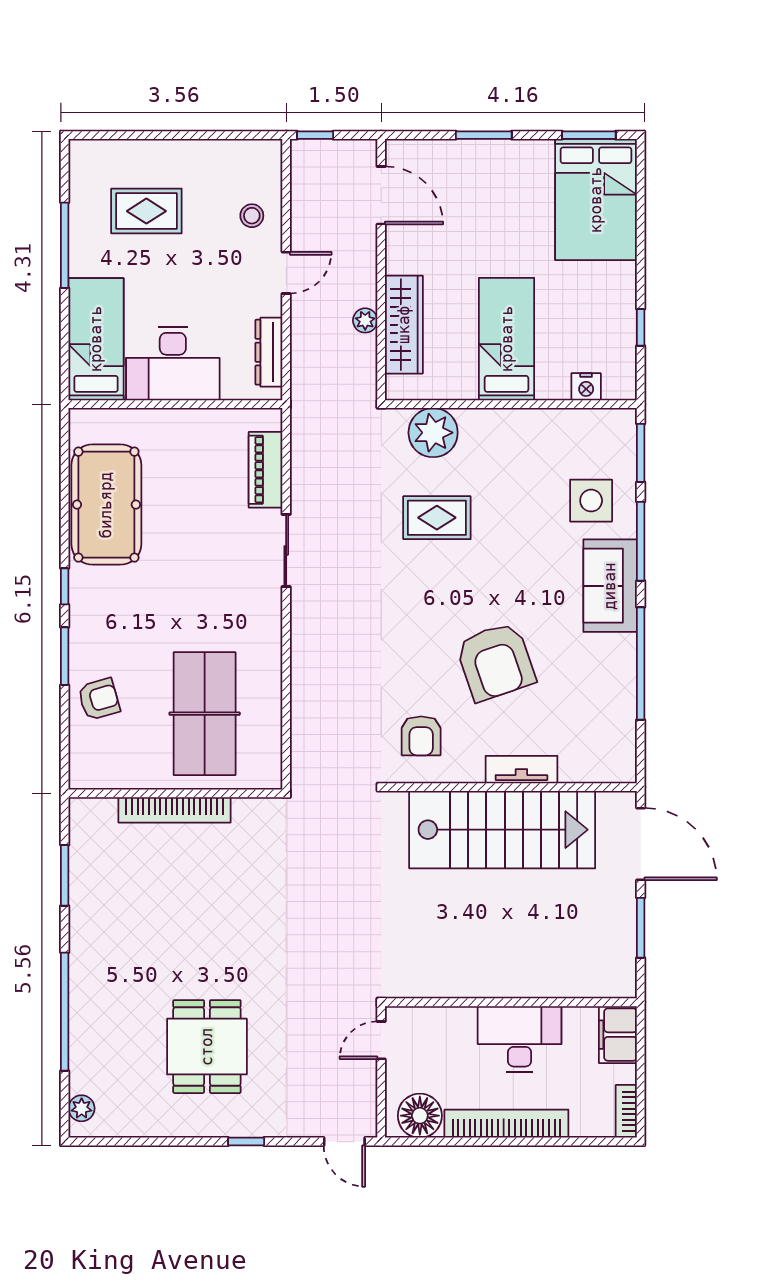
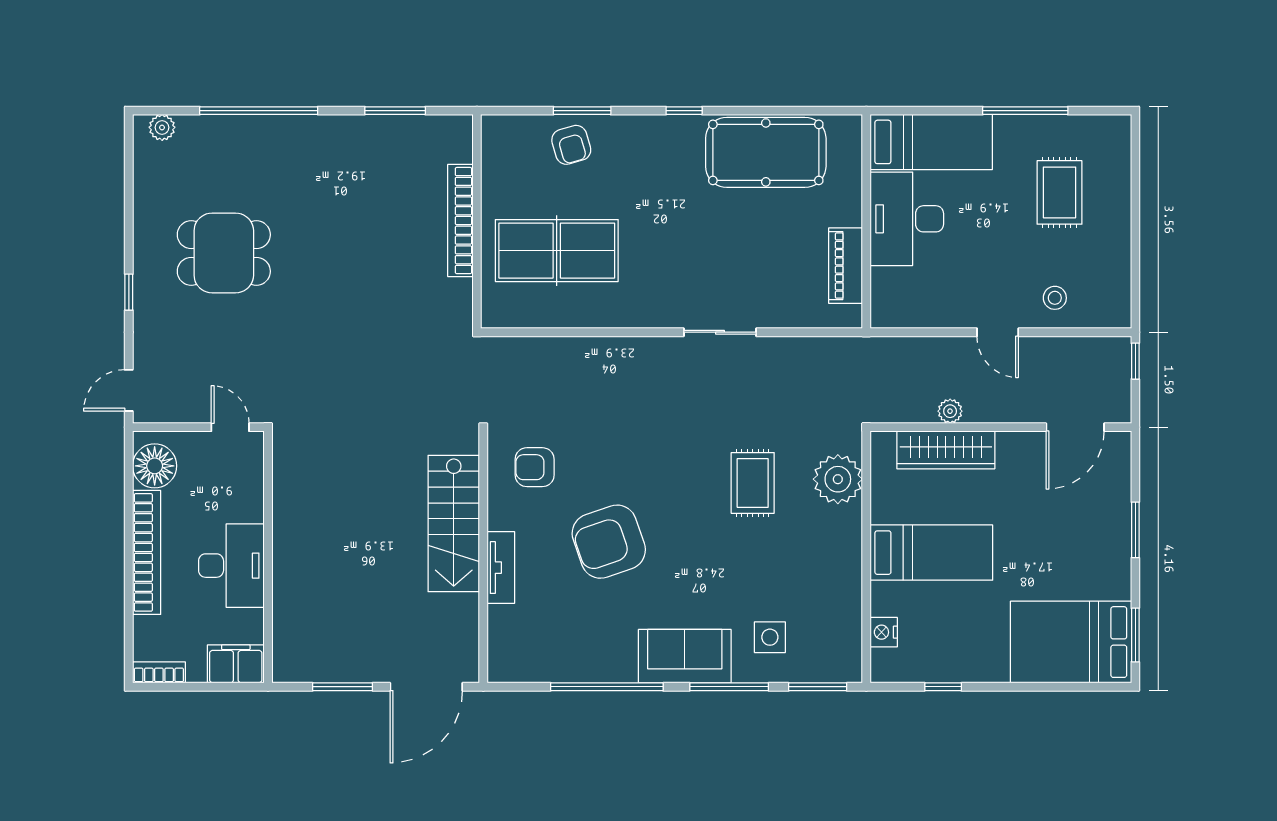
dresser: (269, 352) -> (918, 315), removed
piano: (265, 470) -> (846, 266), moved, turned -90
side table: (591, 501) -> (770, 637), width x0.73, depth x0.73
window: (65, 656) -> (582, 111), moved
stairs: (502, 830) -> (454, 523), width x0.73, depth x0.66

